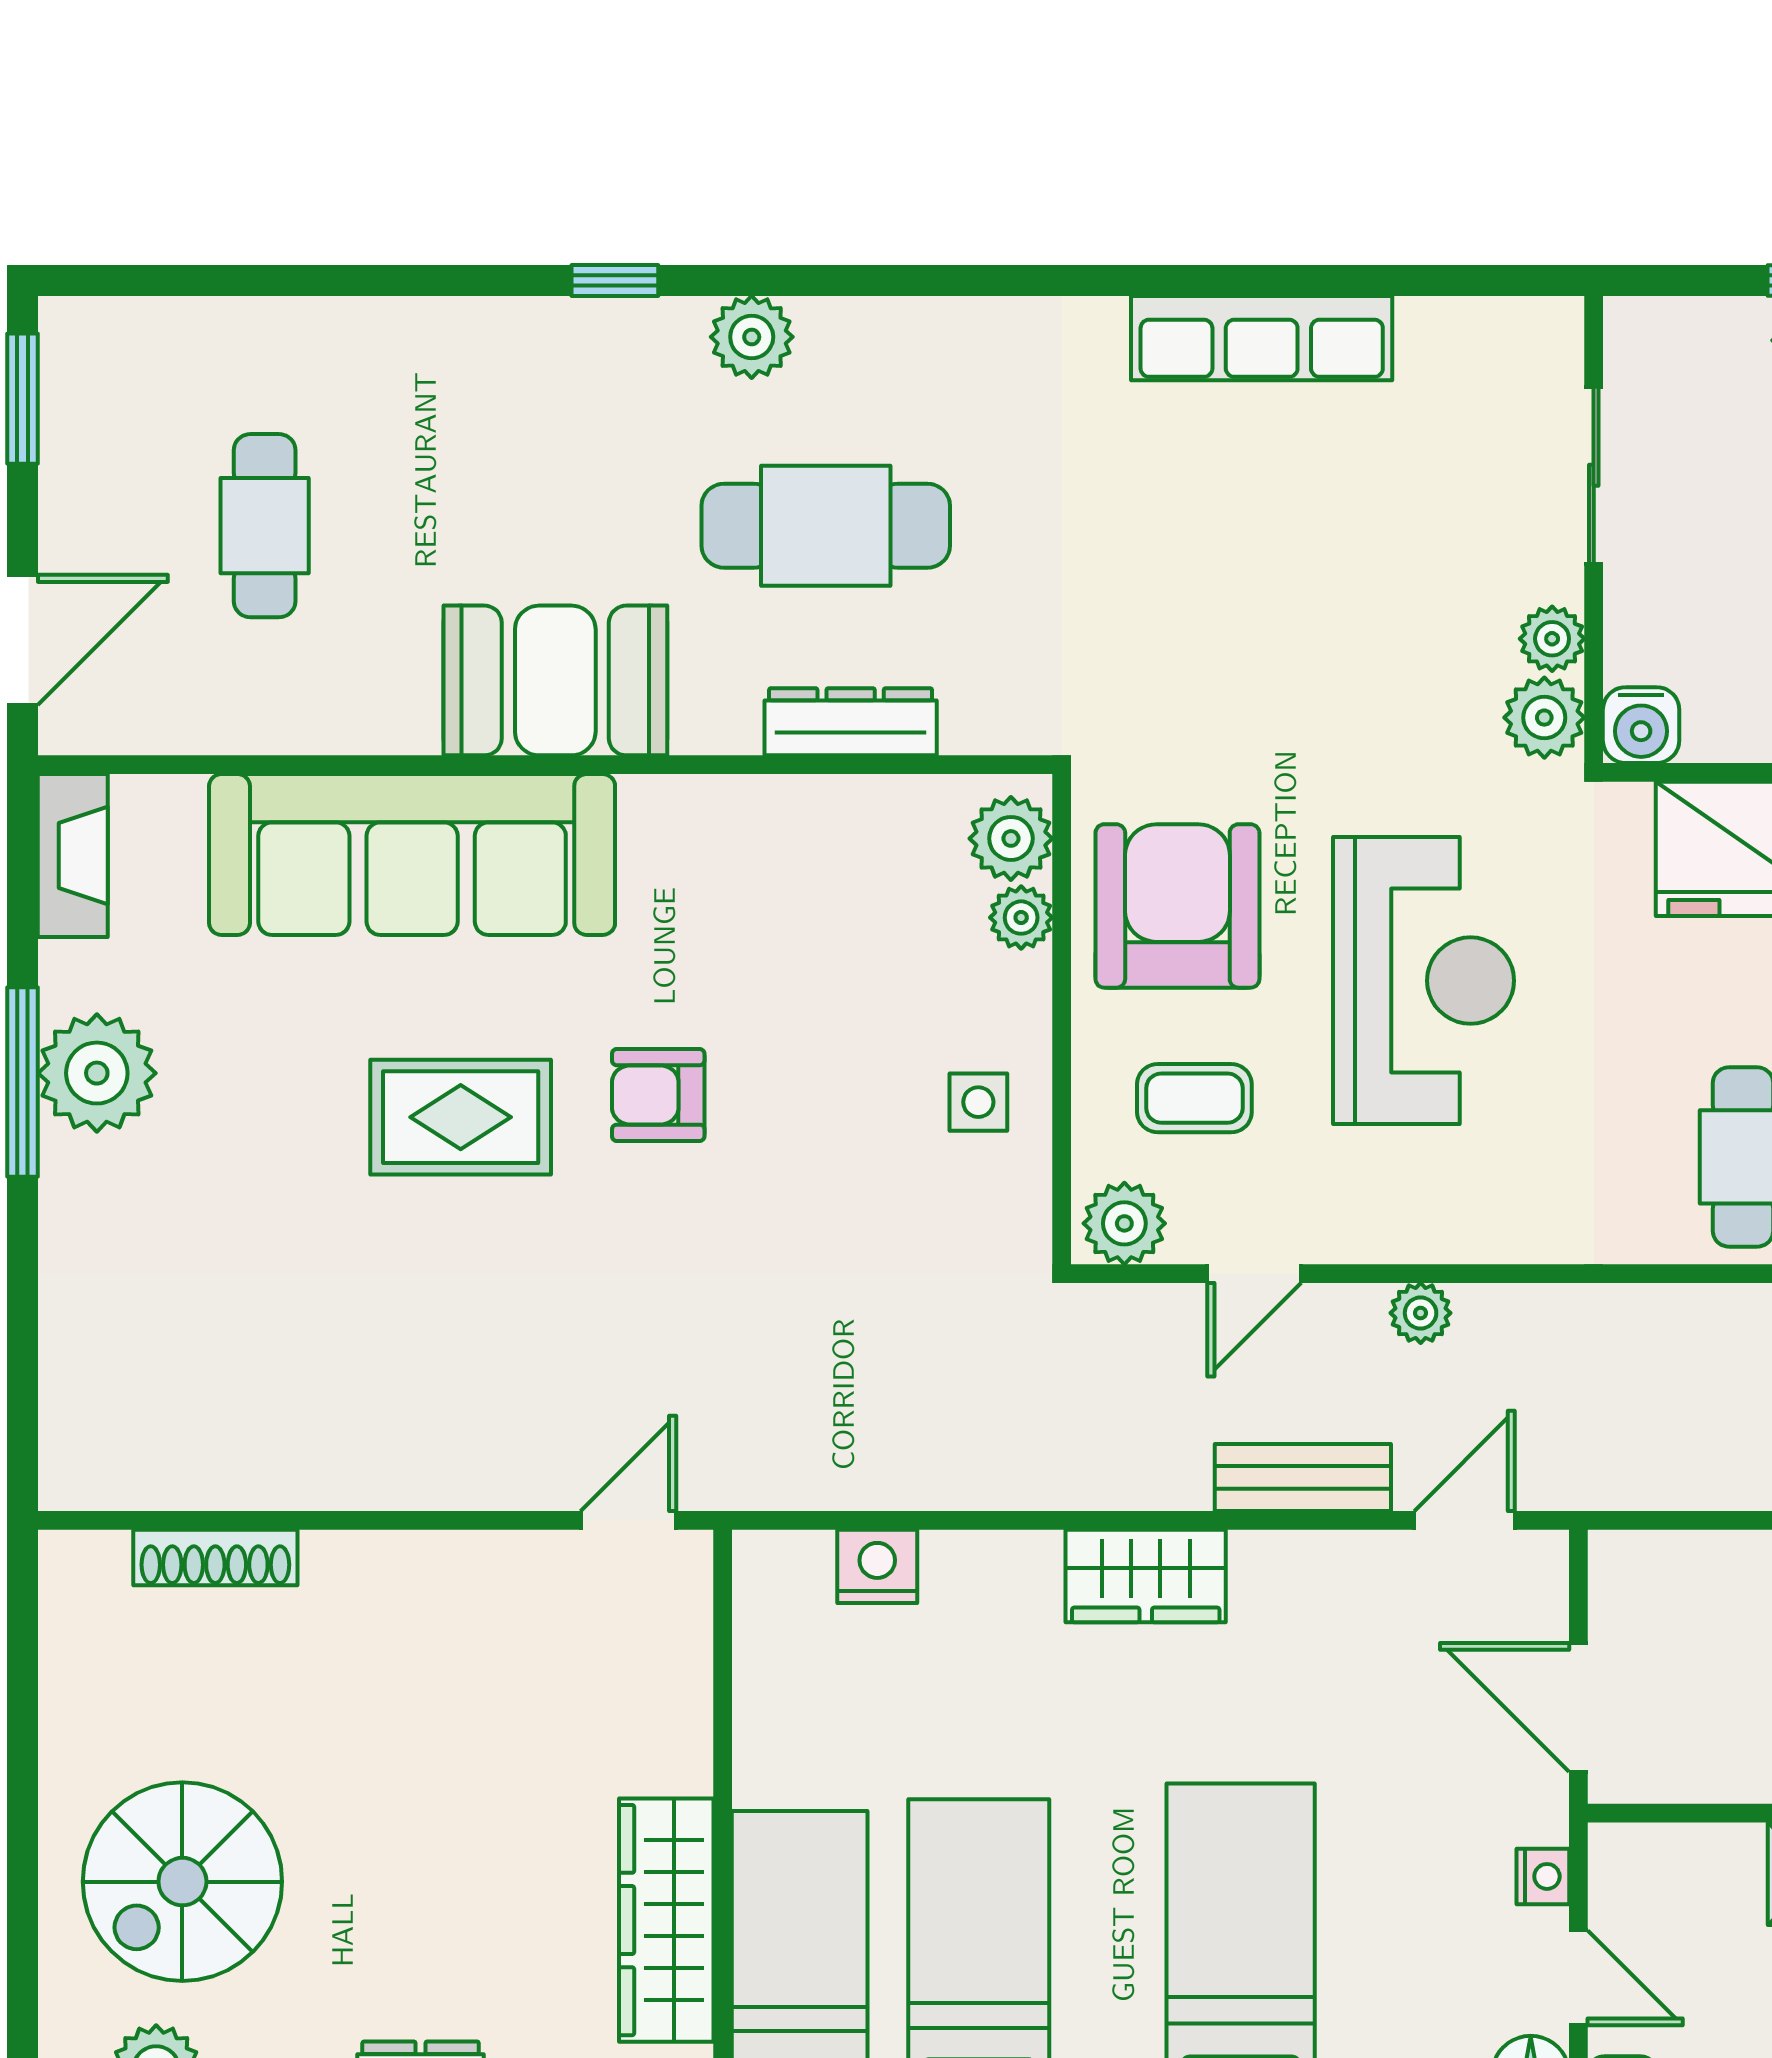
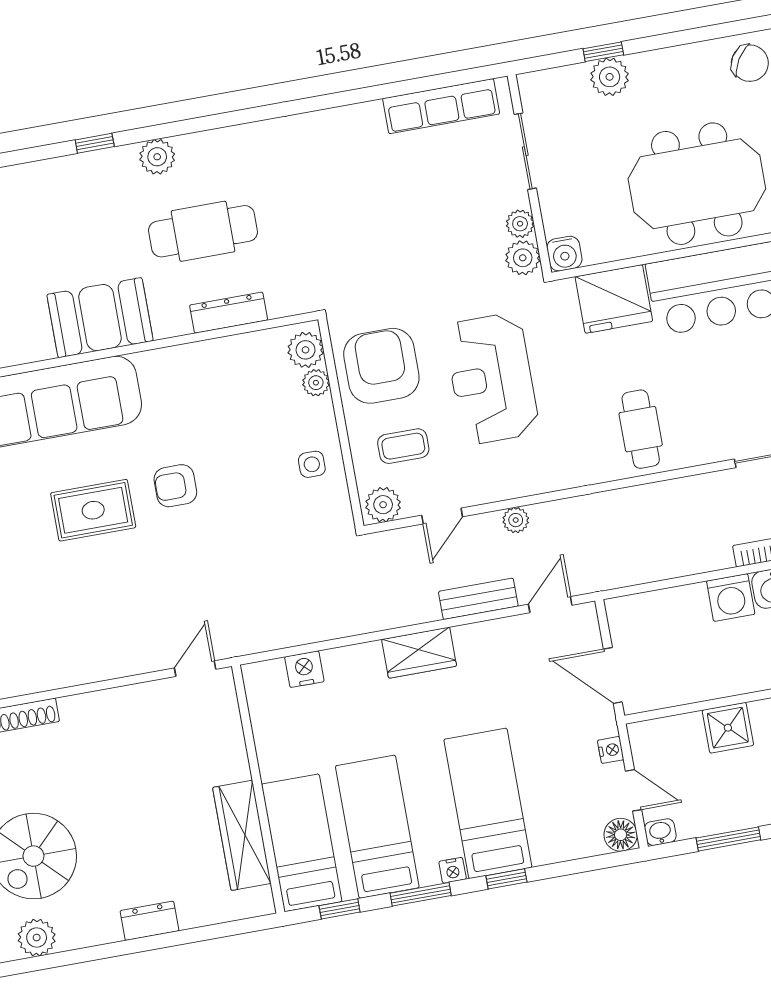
row of seats: (1262, 338) -> (441, 106), moved
reception desk: (1424, 981) -> (492, 379), turned 180

